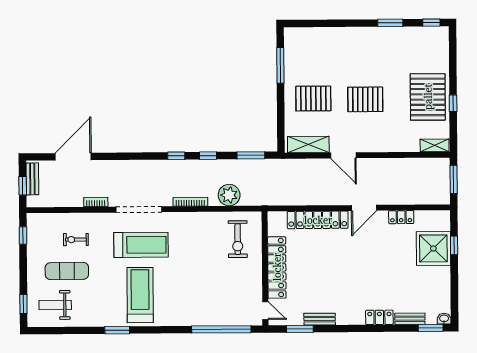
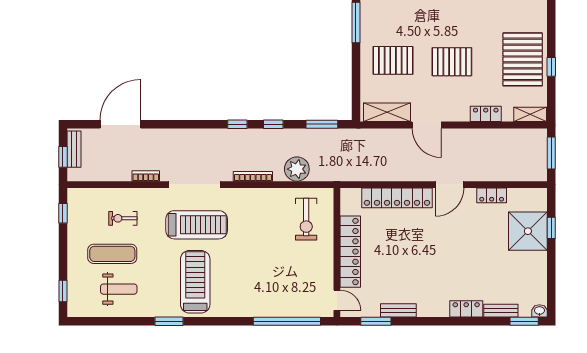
locker: (395, 145) -> (486, 114), added
weight bench: (55, 305) -> (119, 289), moved, turned 180

